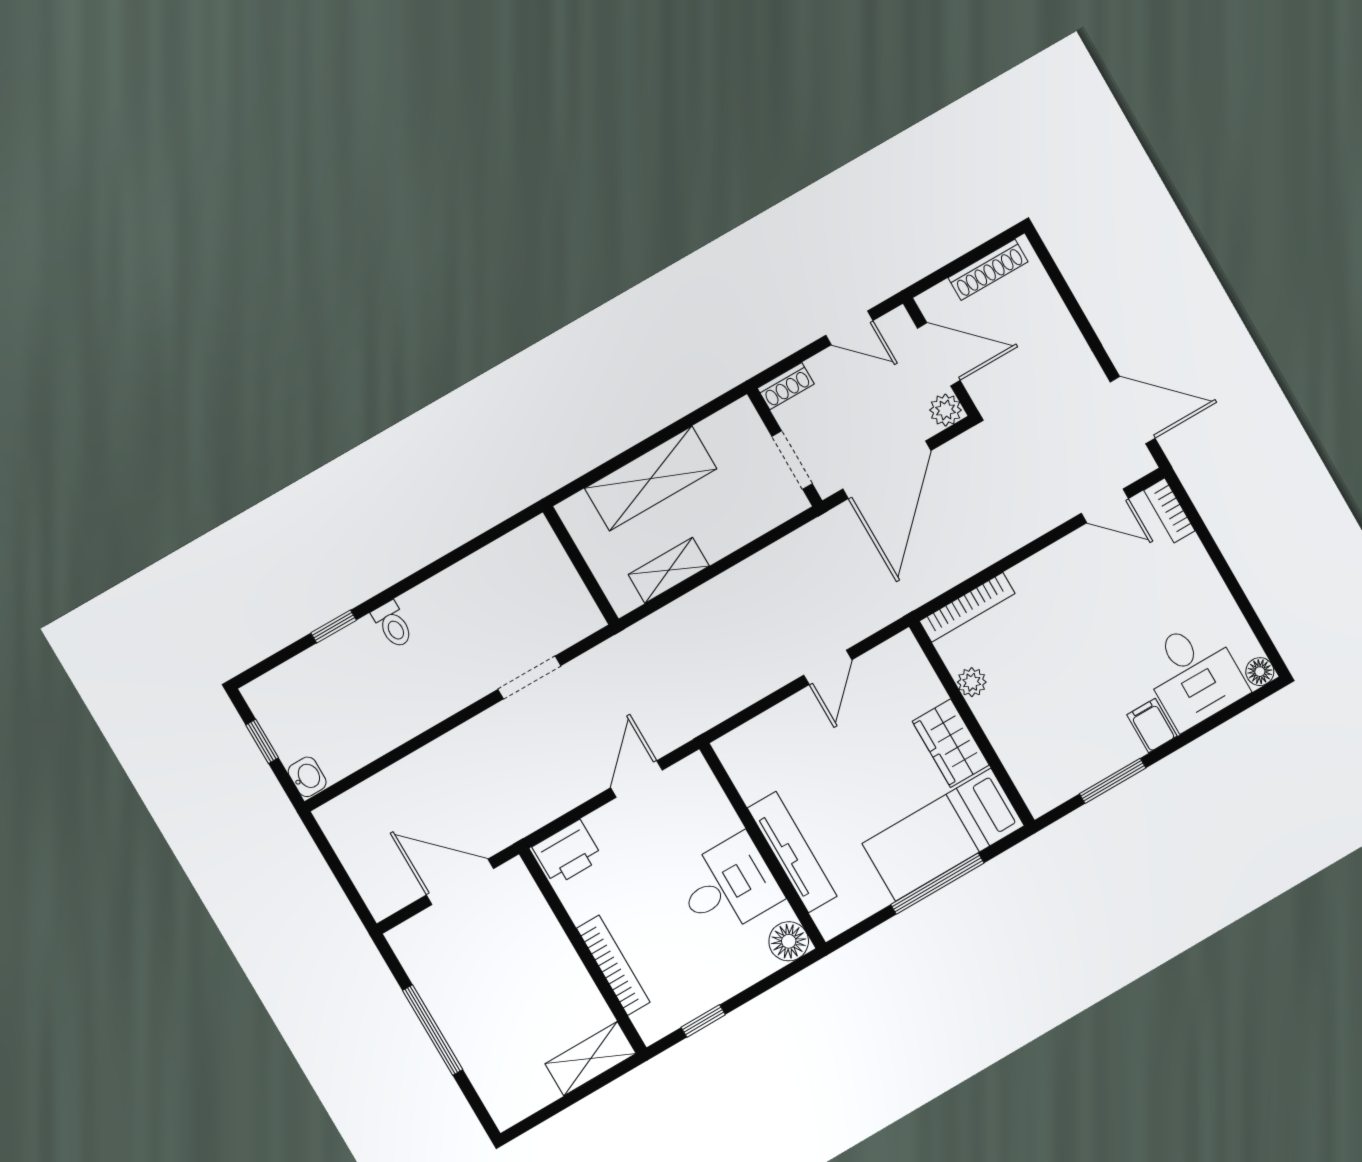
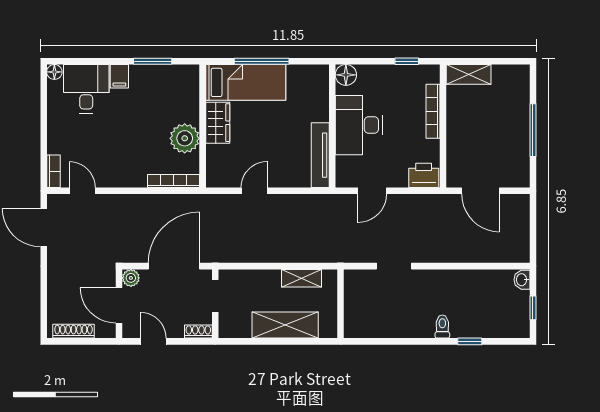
plant: (972, 682) -> (185, 138), width x1.88, depth x1.88
tv unit: (792, 852) -> (320, 155), moved
desk: (728, 886) -> (359, 125), width x1.37

